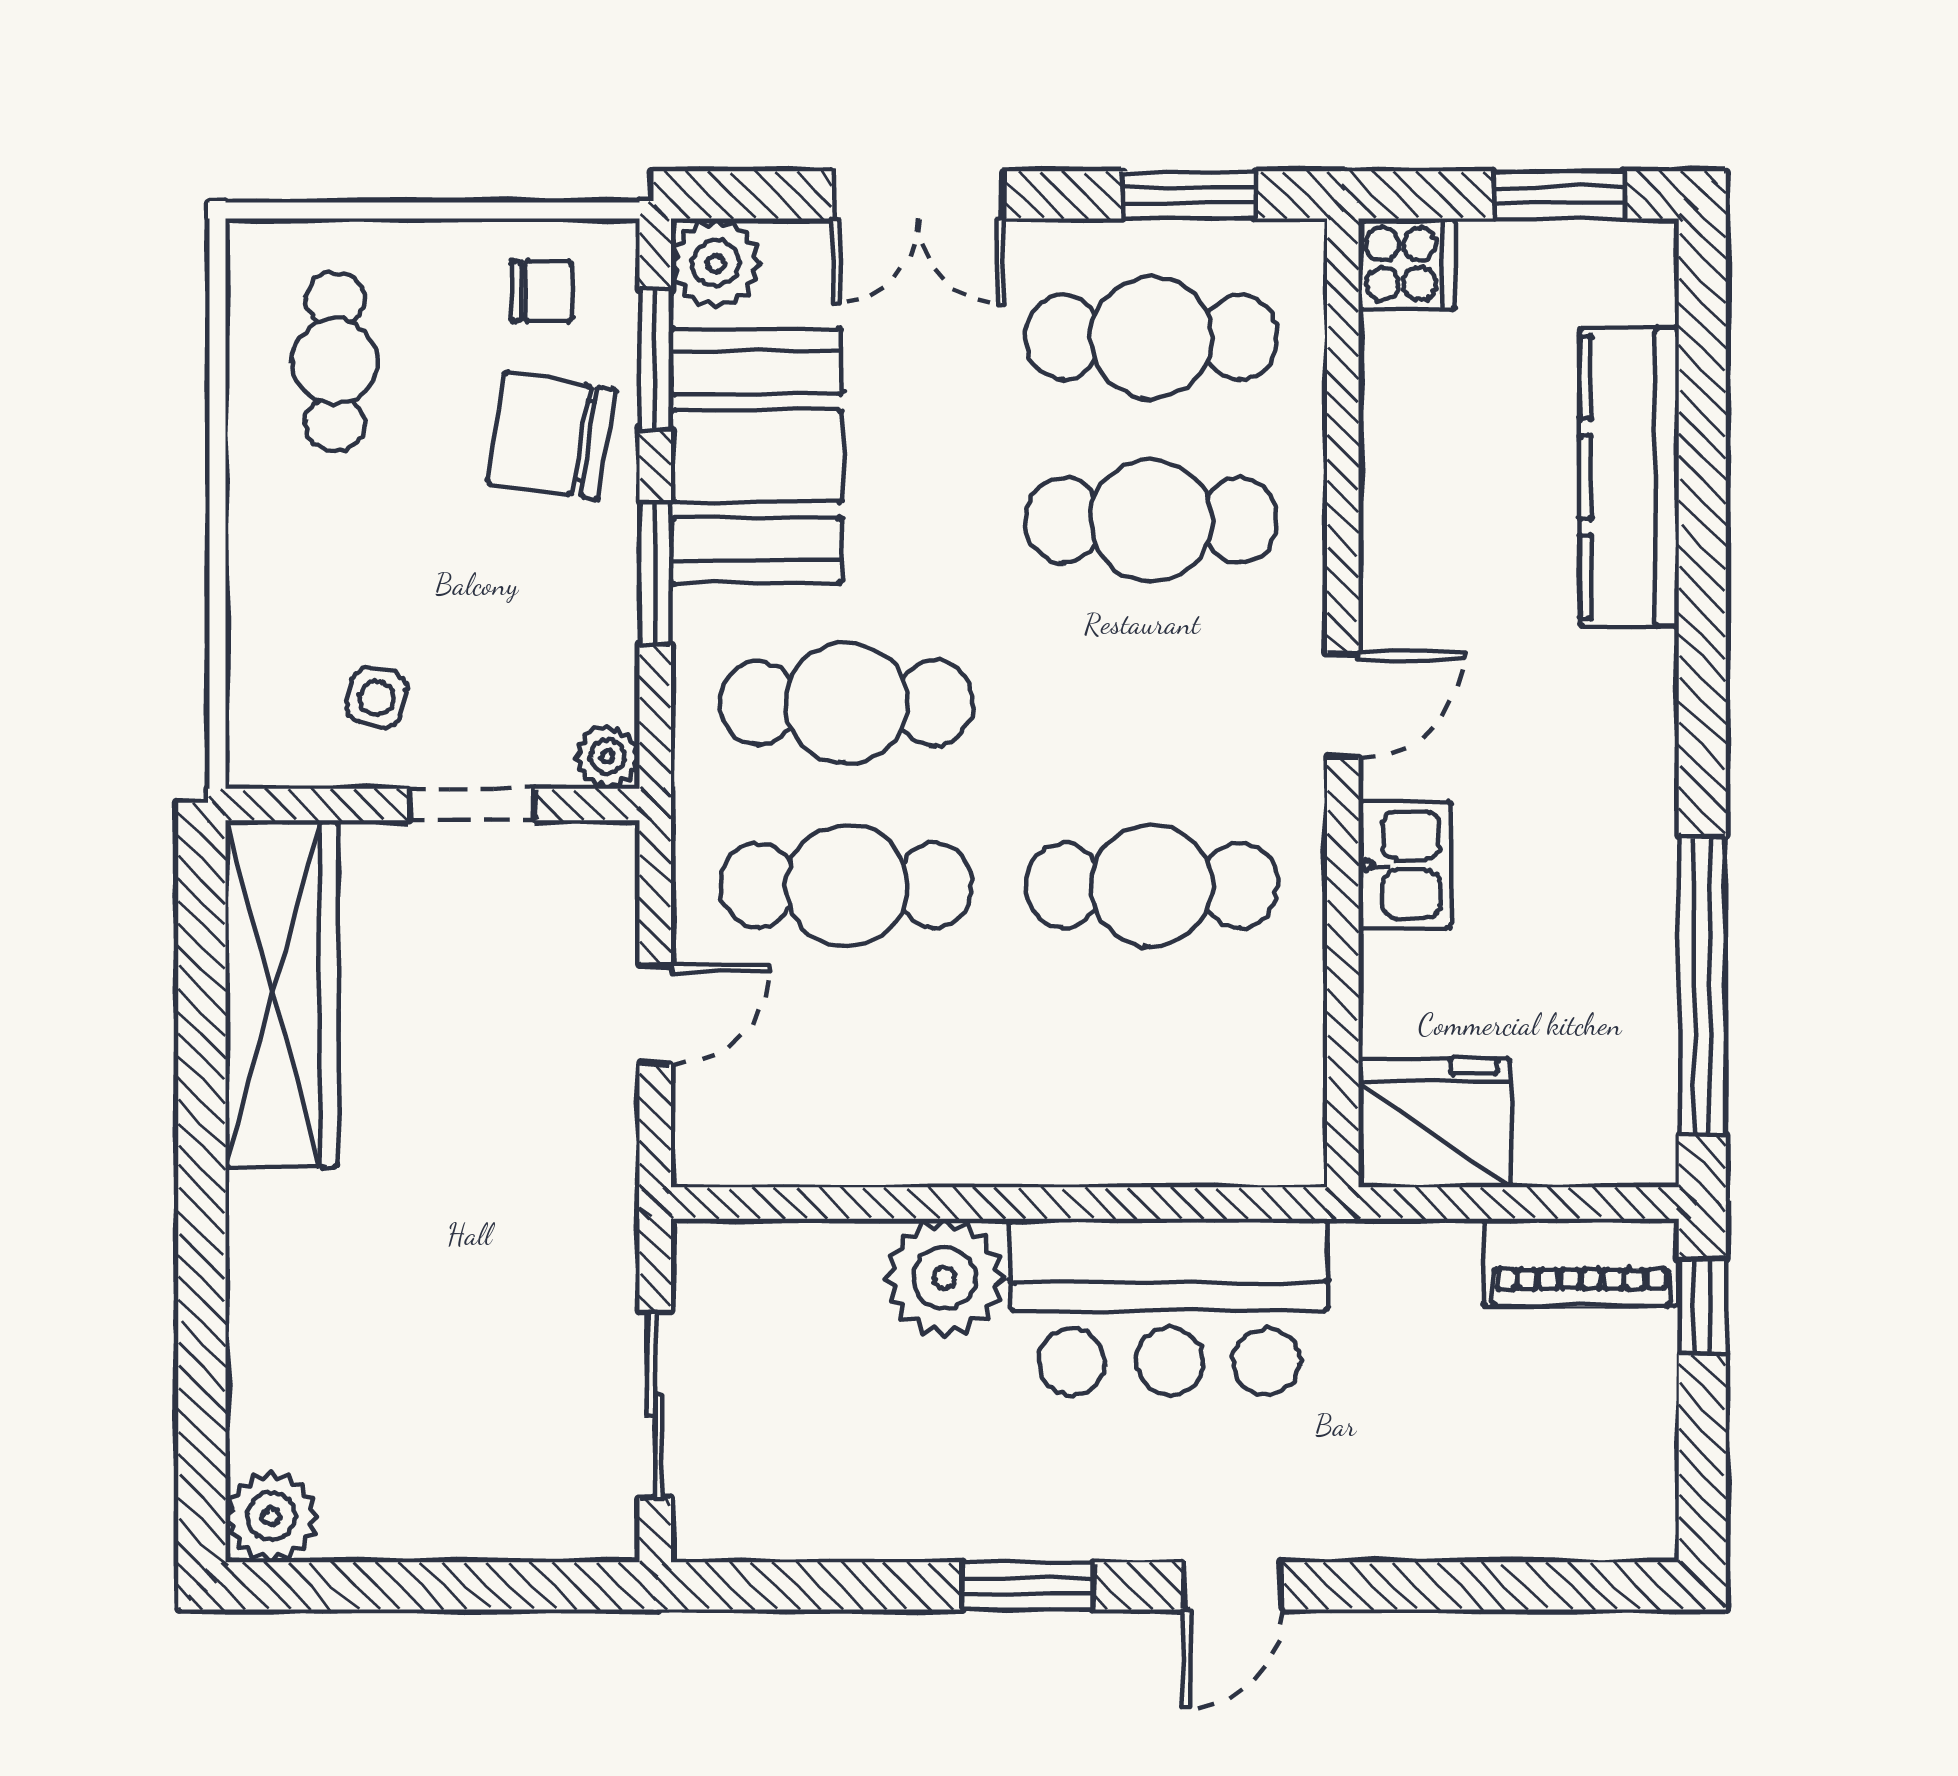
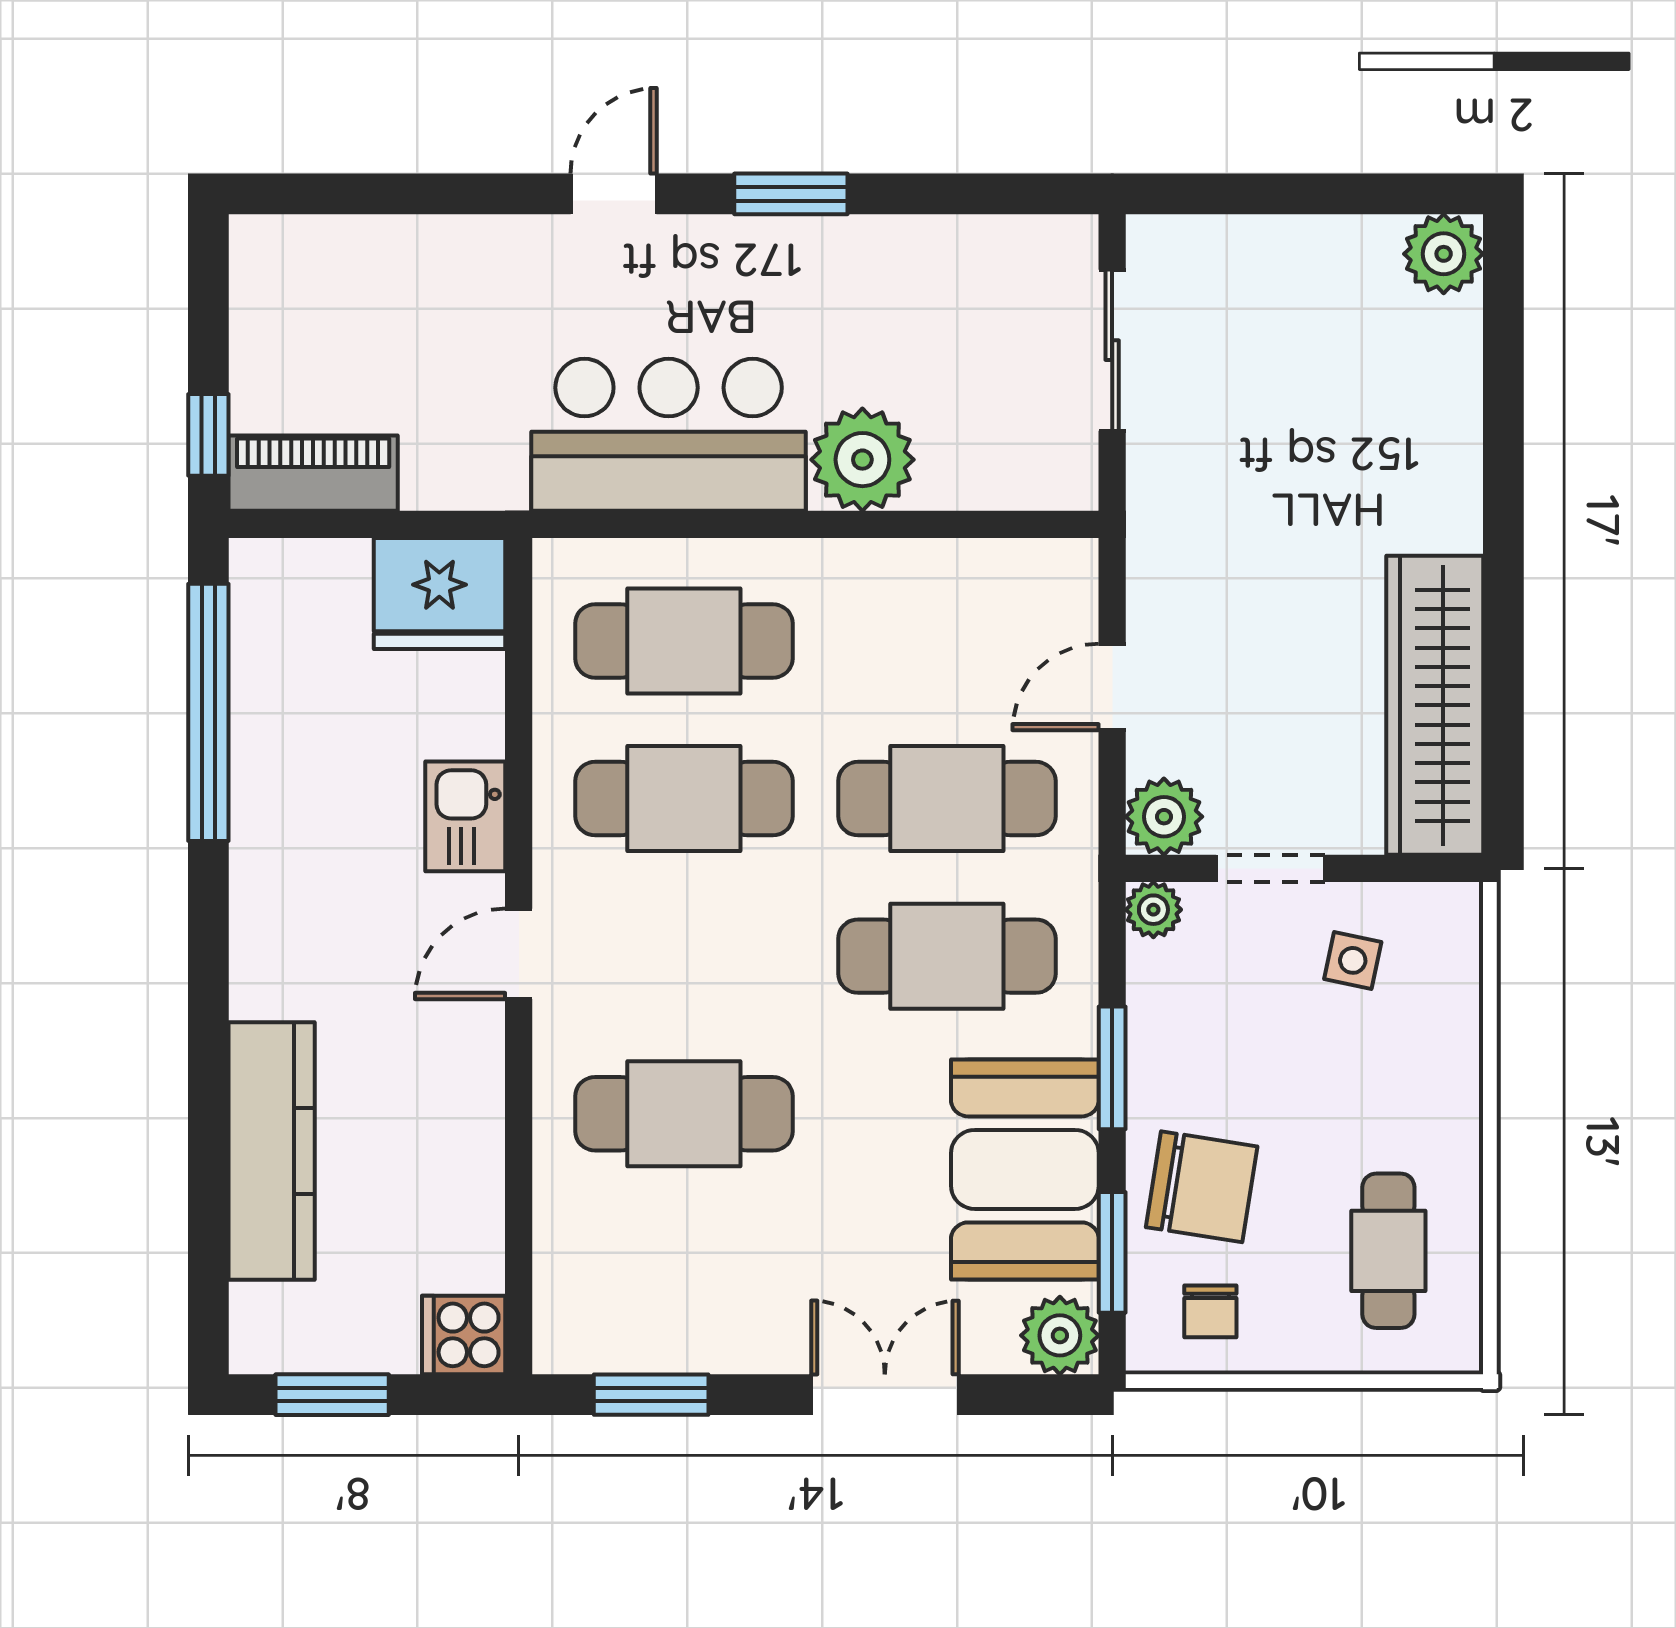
chair: (541, 291) -> (1210, 1311), turned -90
cafe table: (1151, 338) -> (684, 641), moved
plant: (595, 864) -> (1164, 817), added

